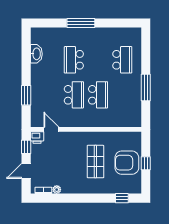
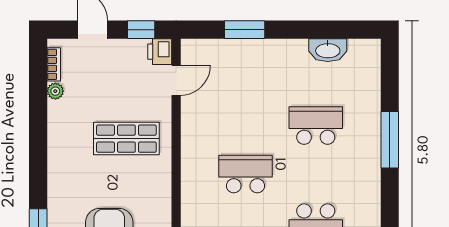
school desk: (74, 95) -> (245, 126), removed
school desk: (98, 95) -> (245, 174), turned 180
shop shelf: (95, 162) -> (126, 139), moved

